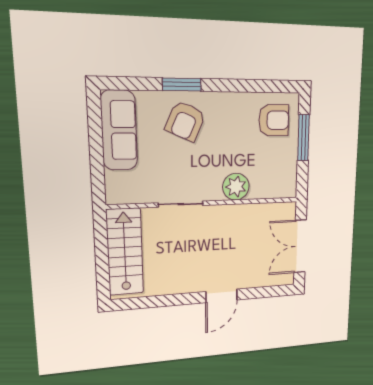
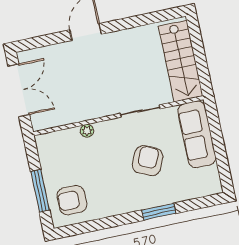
armchair: (185, 121) -> (148, 161), moved
sofa: (119, 130) -> (197, 134), moved
plant: (236, 187) -> (87, 131), width x0.53, depth x0.53

